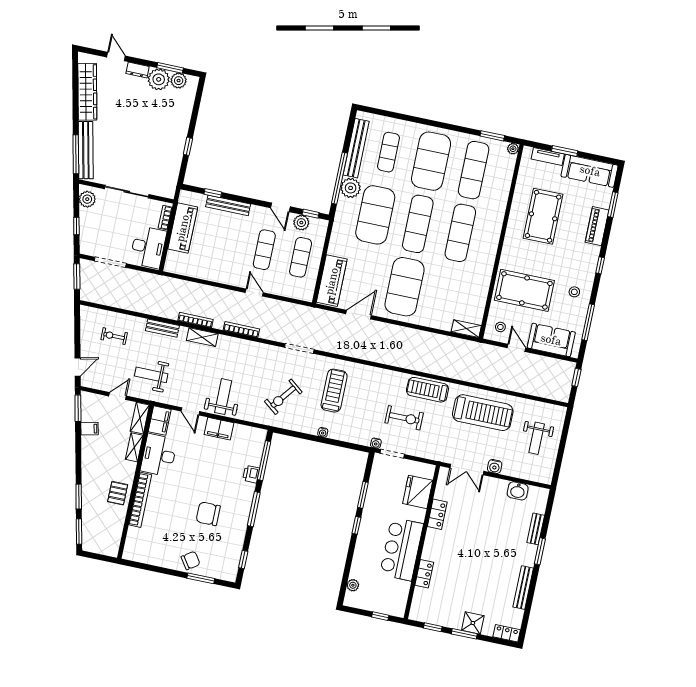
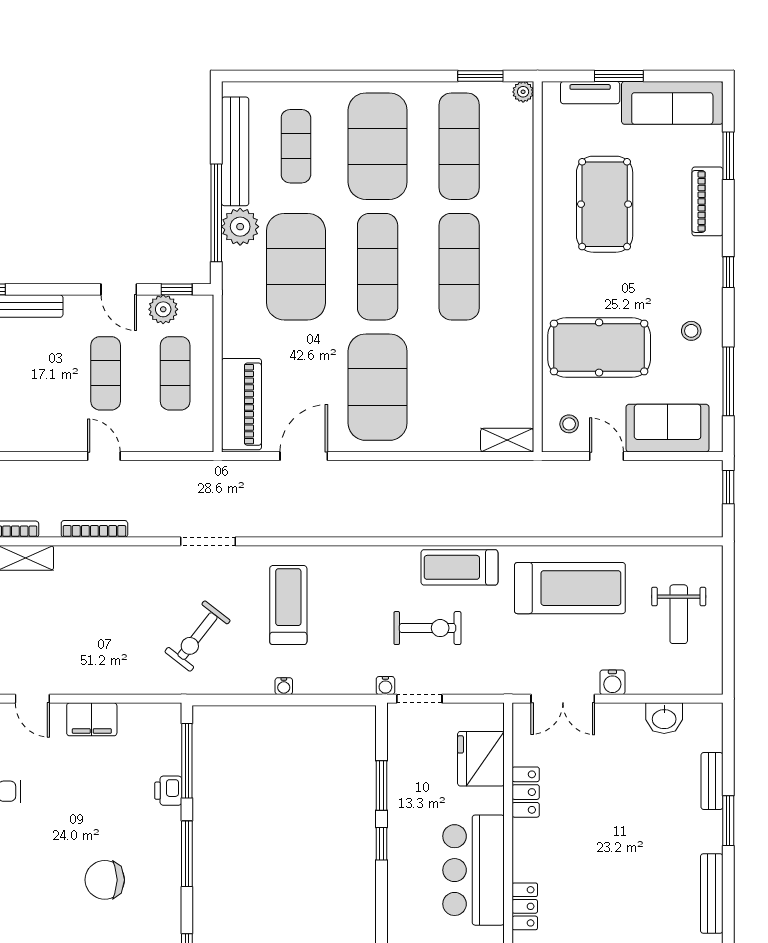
weight bench: (223, 397) -> (87, 659), removed

